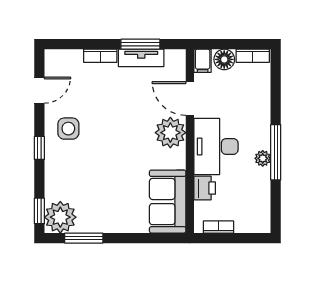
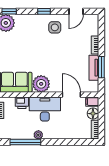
door: (39, 90) -> (76, 11), hinge flipped
door: (190, 99) -> (71, 95), hinge flipped
plant: (170, 133) -> (41, 84), moved
window: (276, 152) -> (25, 142), moved

